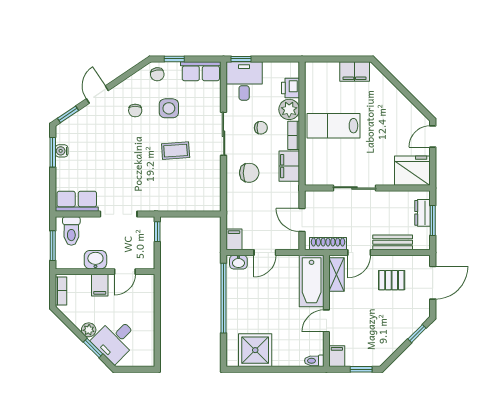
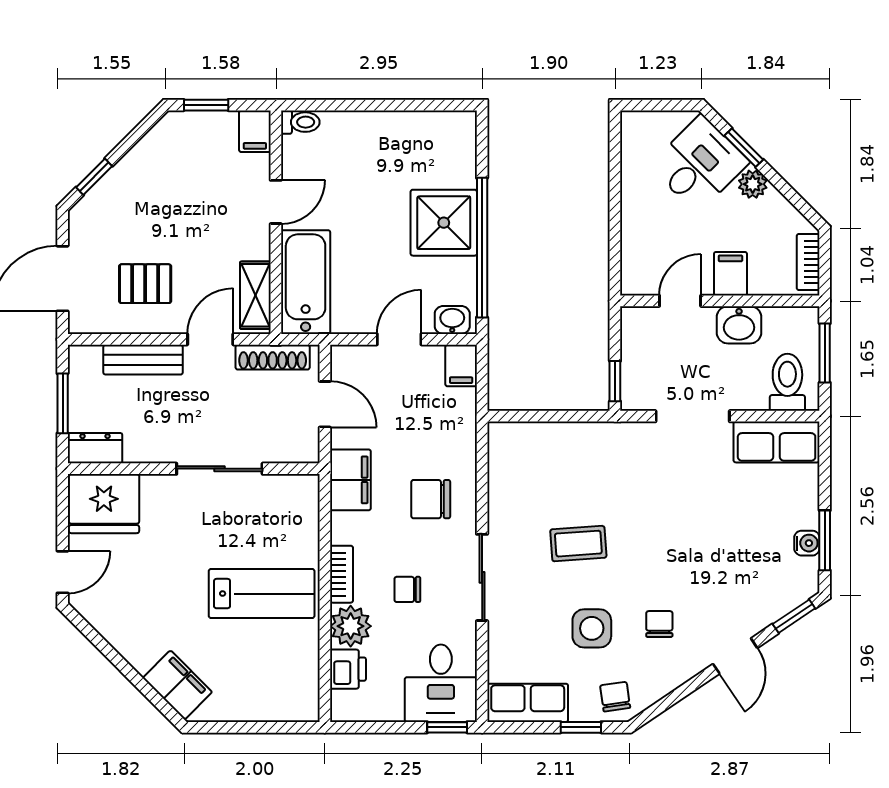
filing cabinet: (355, 71) -> (177, 685), moved, turned 45
filing cabinet: (289, 166) -> (350, 480), moved
dresser: (422, 213) -> (95, 448), moved, turned -90
shower: (255, 350) -> (444, 223), moved

